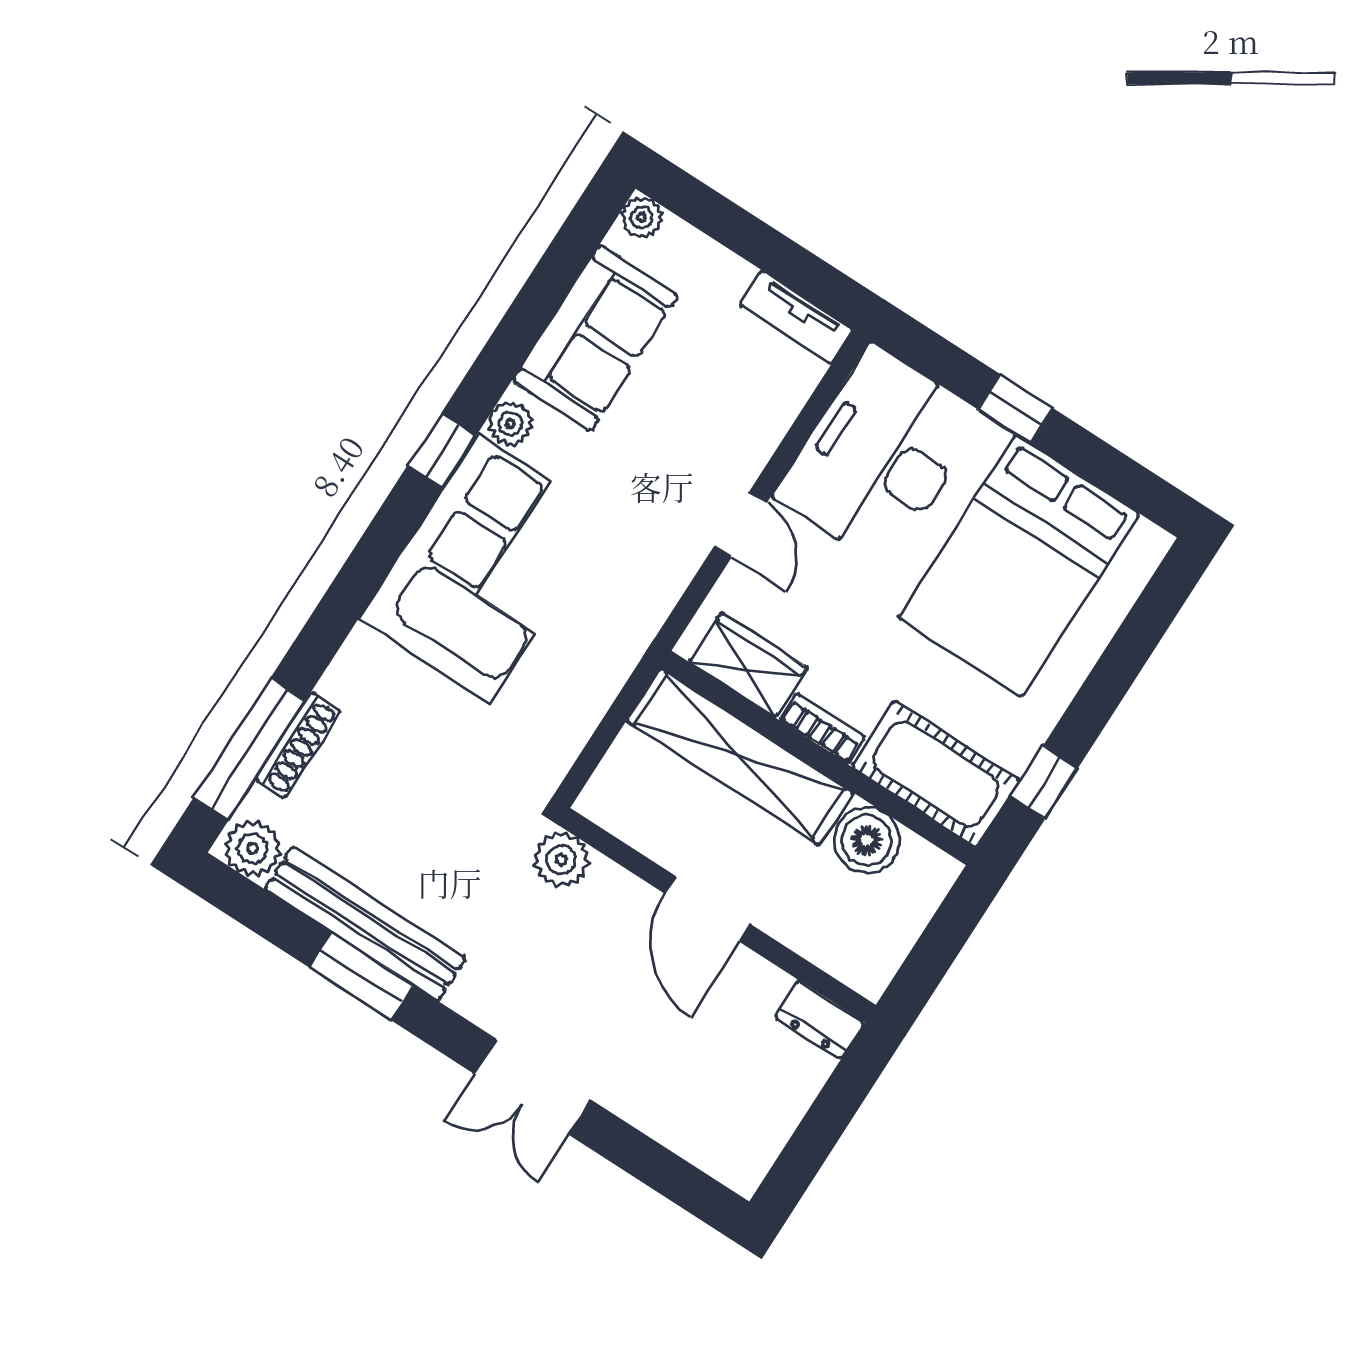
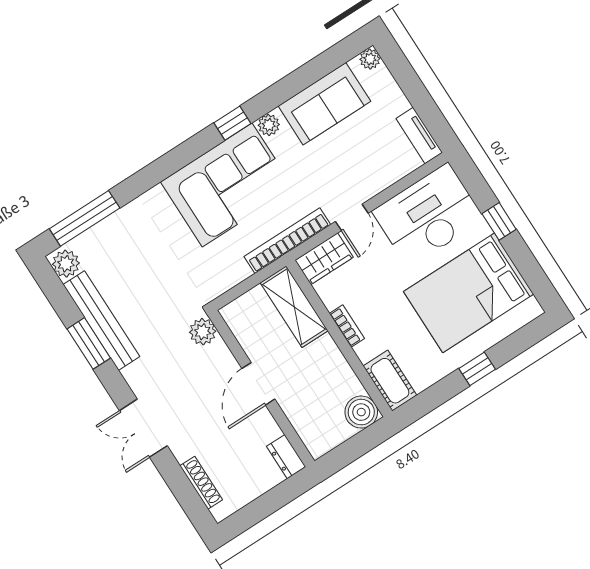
bookcase: (641, 621) -> (287, 241), added
wardrobe: (749, 665) -> (324, 259), moved, turned 90
shoe rack: (298, 745) -> (201, 483), moved, turned -90
shelving: (740, 757) -> (294, 307), width x0.68
cot: (936, 774) -> (390, 381), width x0.73, depth x0.75
window: (1044, 782) -> (477, 369), moved
boiler: (867, 840) -> (361, 412), moved

